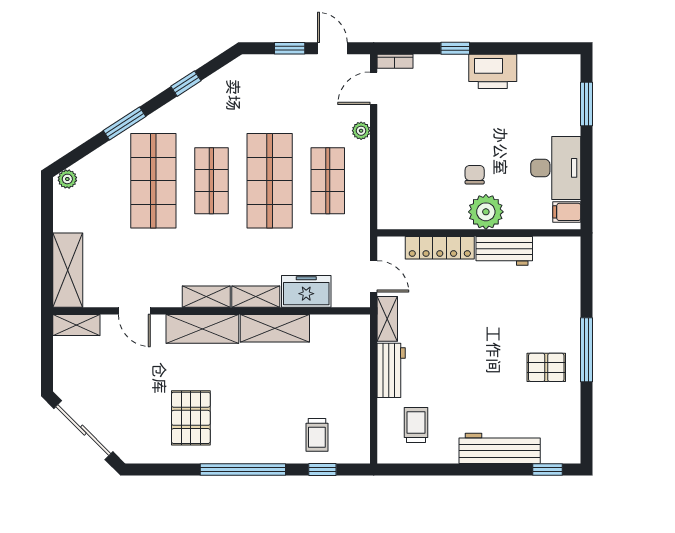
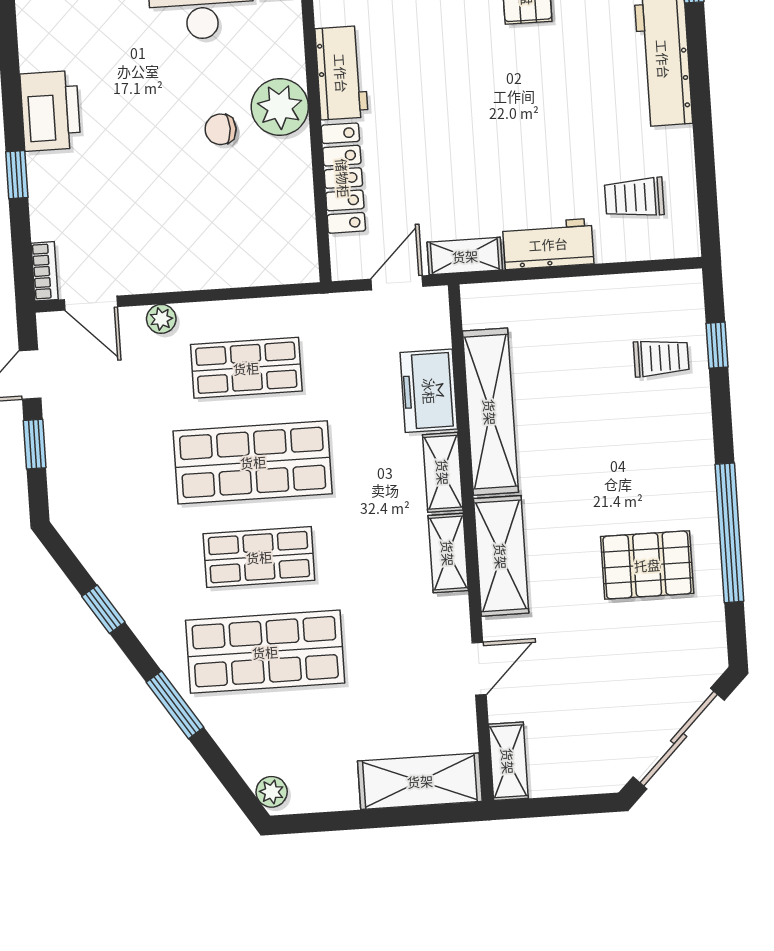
shelving: (275, 328) -> (490, 412), width x1.47
window: (243, 470) -> (729, 533), moved

